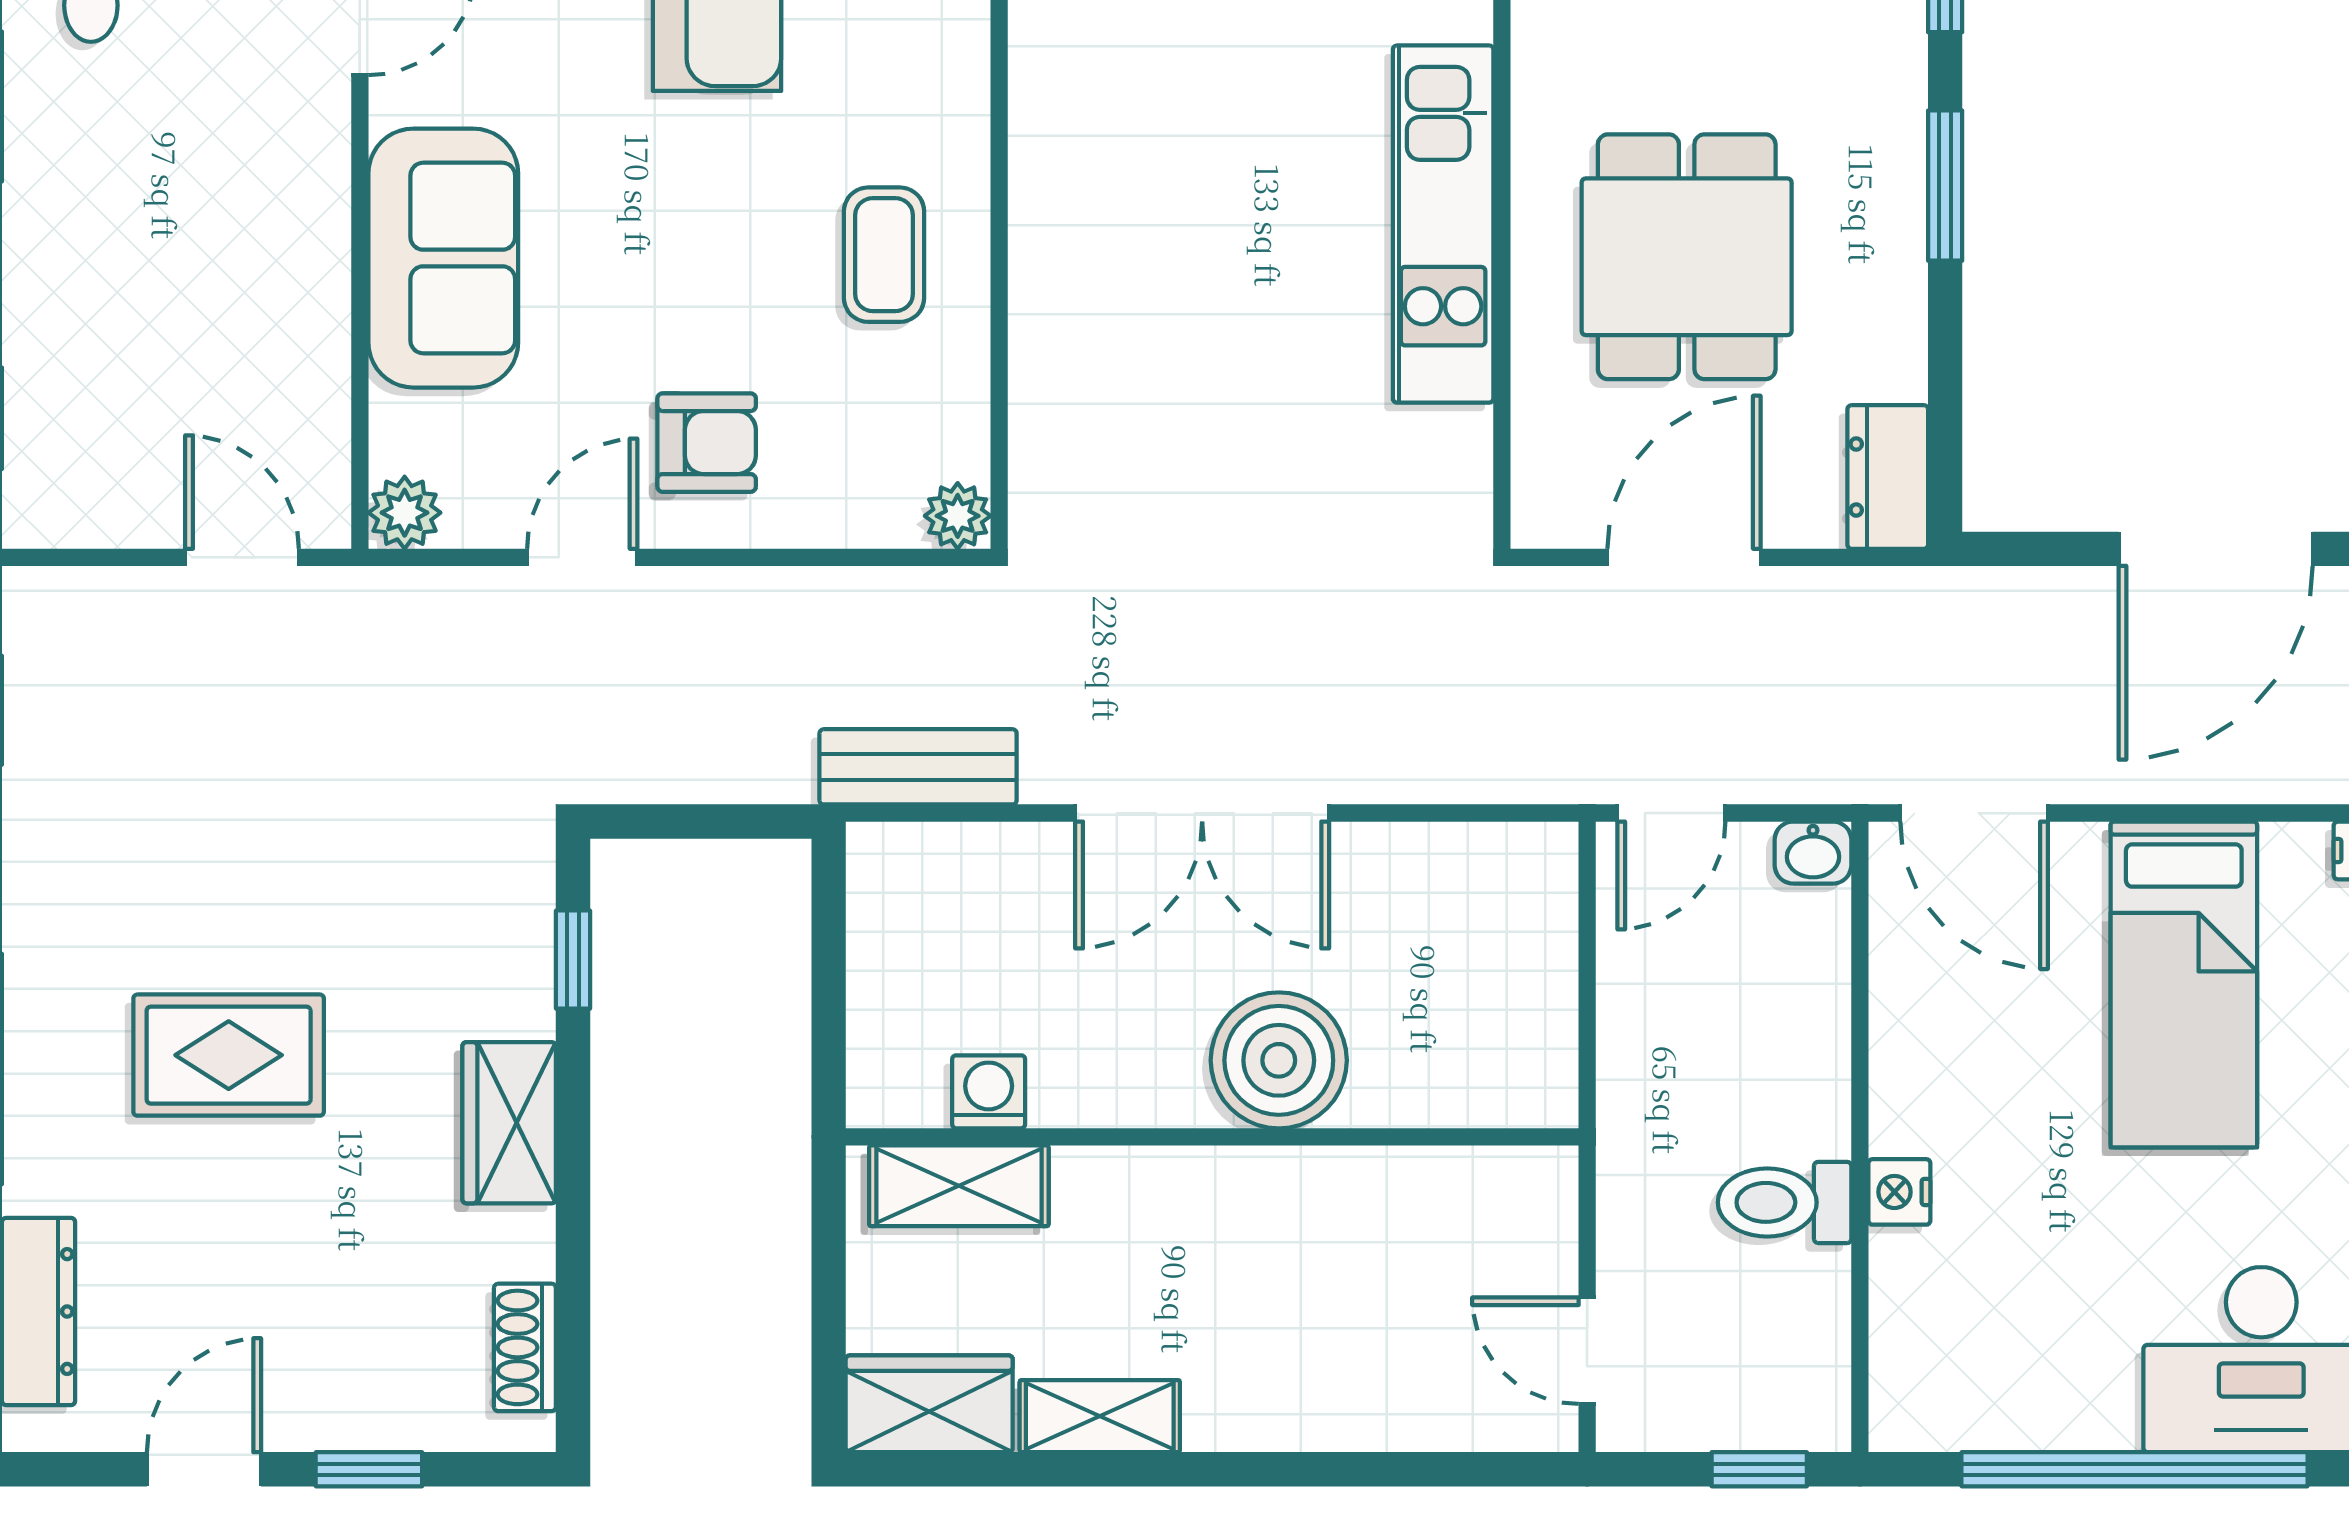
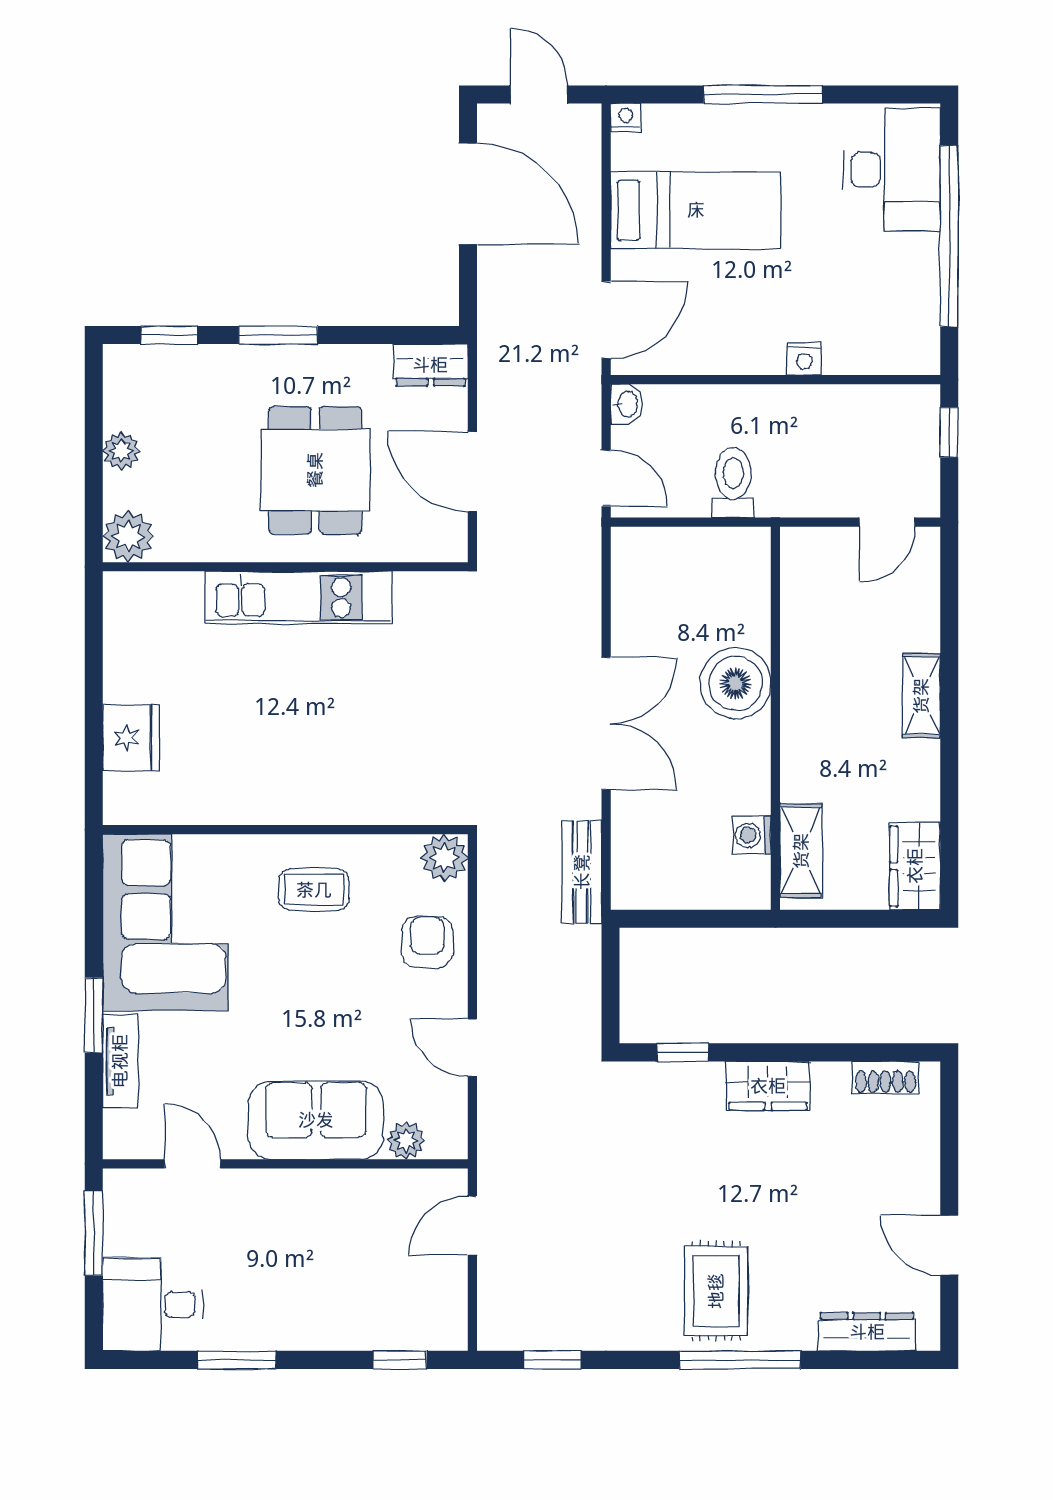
dining table: (1687, 257) -> (315, 470), turned 90
armchair: (707, 443) -> (427, 942), moved
plant: (405, 513) -> (406, 1140), moved
plant: (958, 516) -> (444, 858), width x1.38, depth x1.38
rug: (229, 1055) -> (716, 1291), moved
toilet: (1785, 1202) -> (733, 483), moved, turned 180
shelving: (1100, 1416) -> (921, 696), moved
window: (369, 1469) -> (949, 1159), removed

